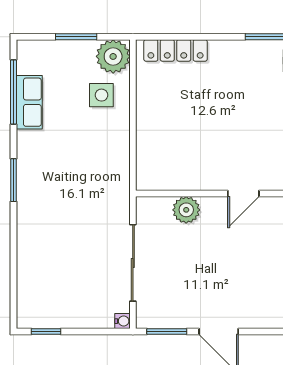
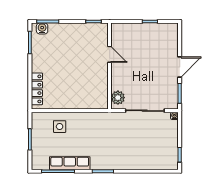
plant: (113, 56) -> (40, 121), removed
row of seats: (29, 102) -> (70, 163), width x1.48
plant: (186, 210) -> (118, 98), moved

